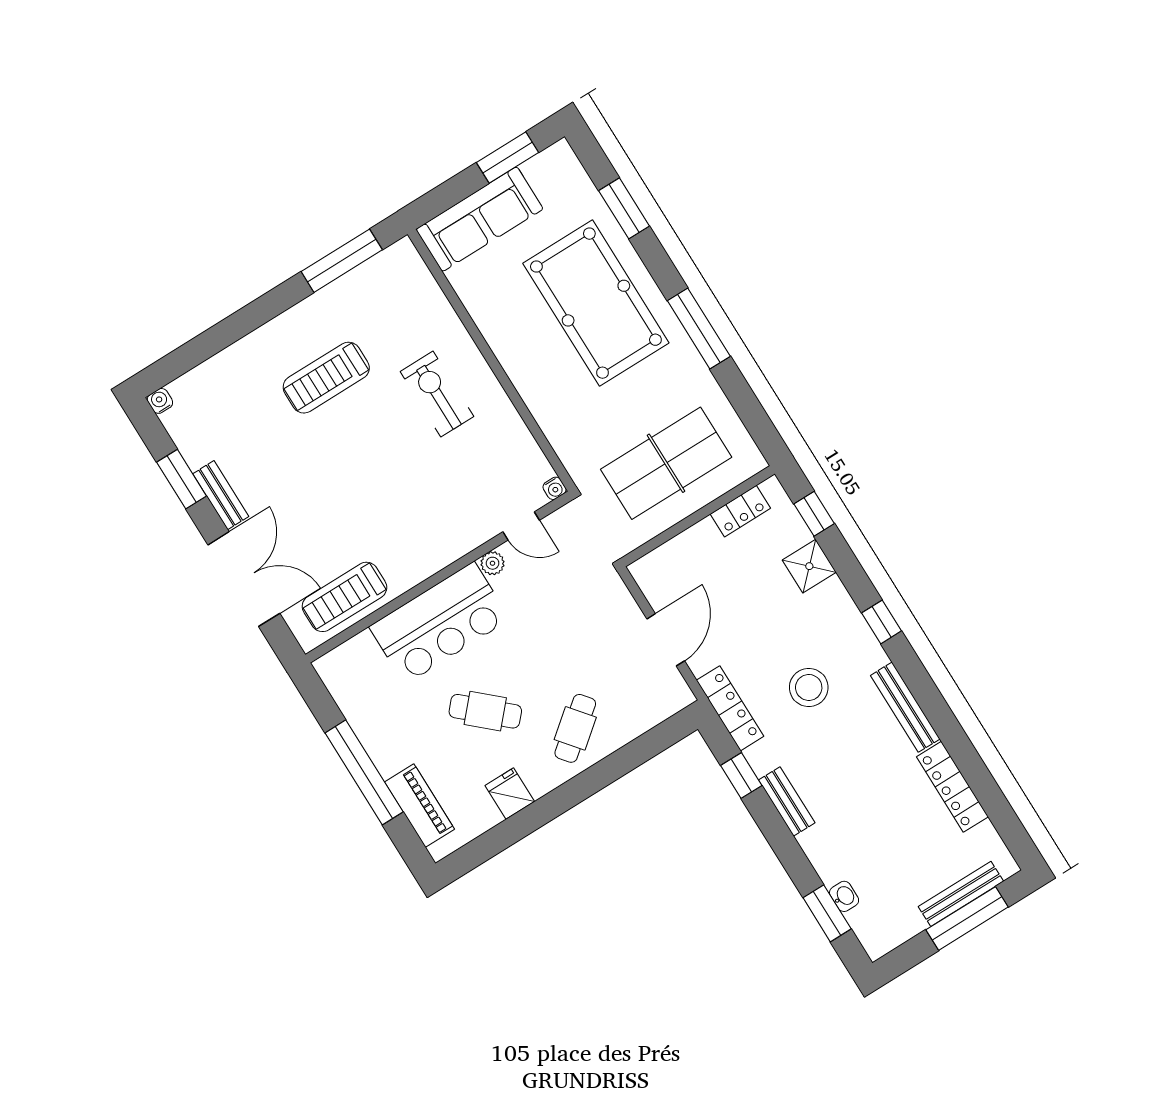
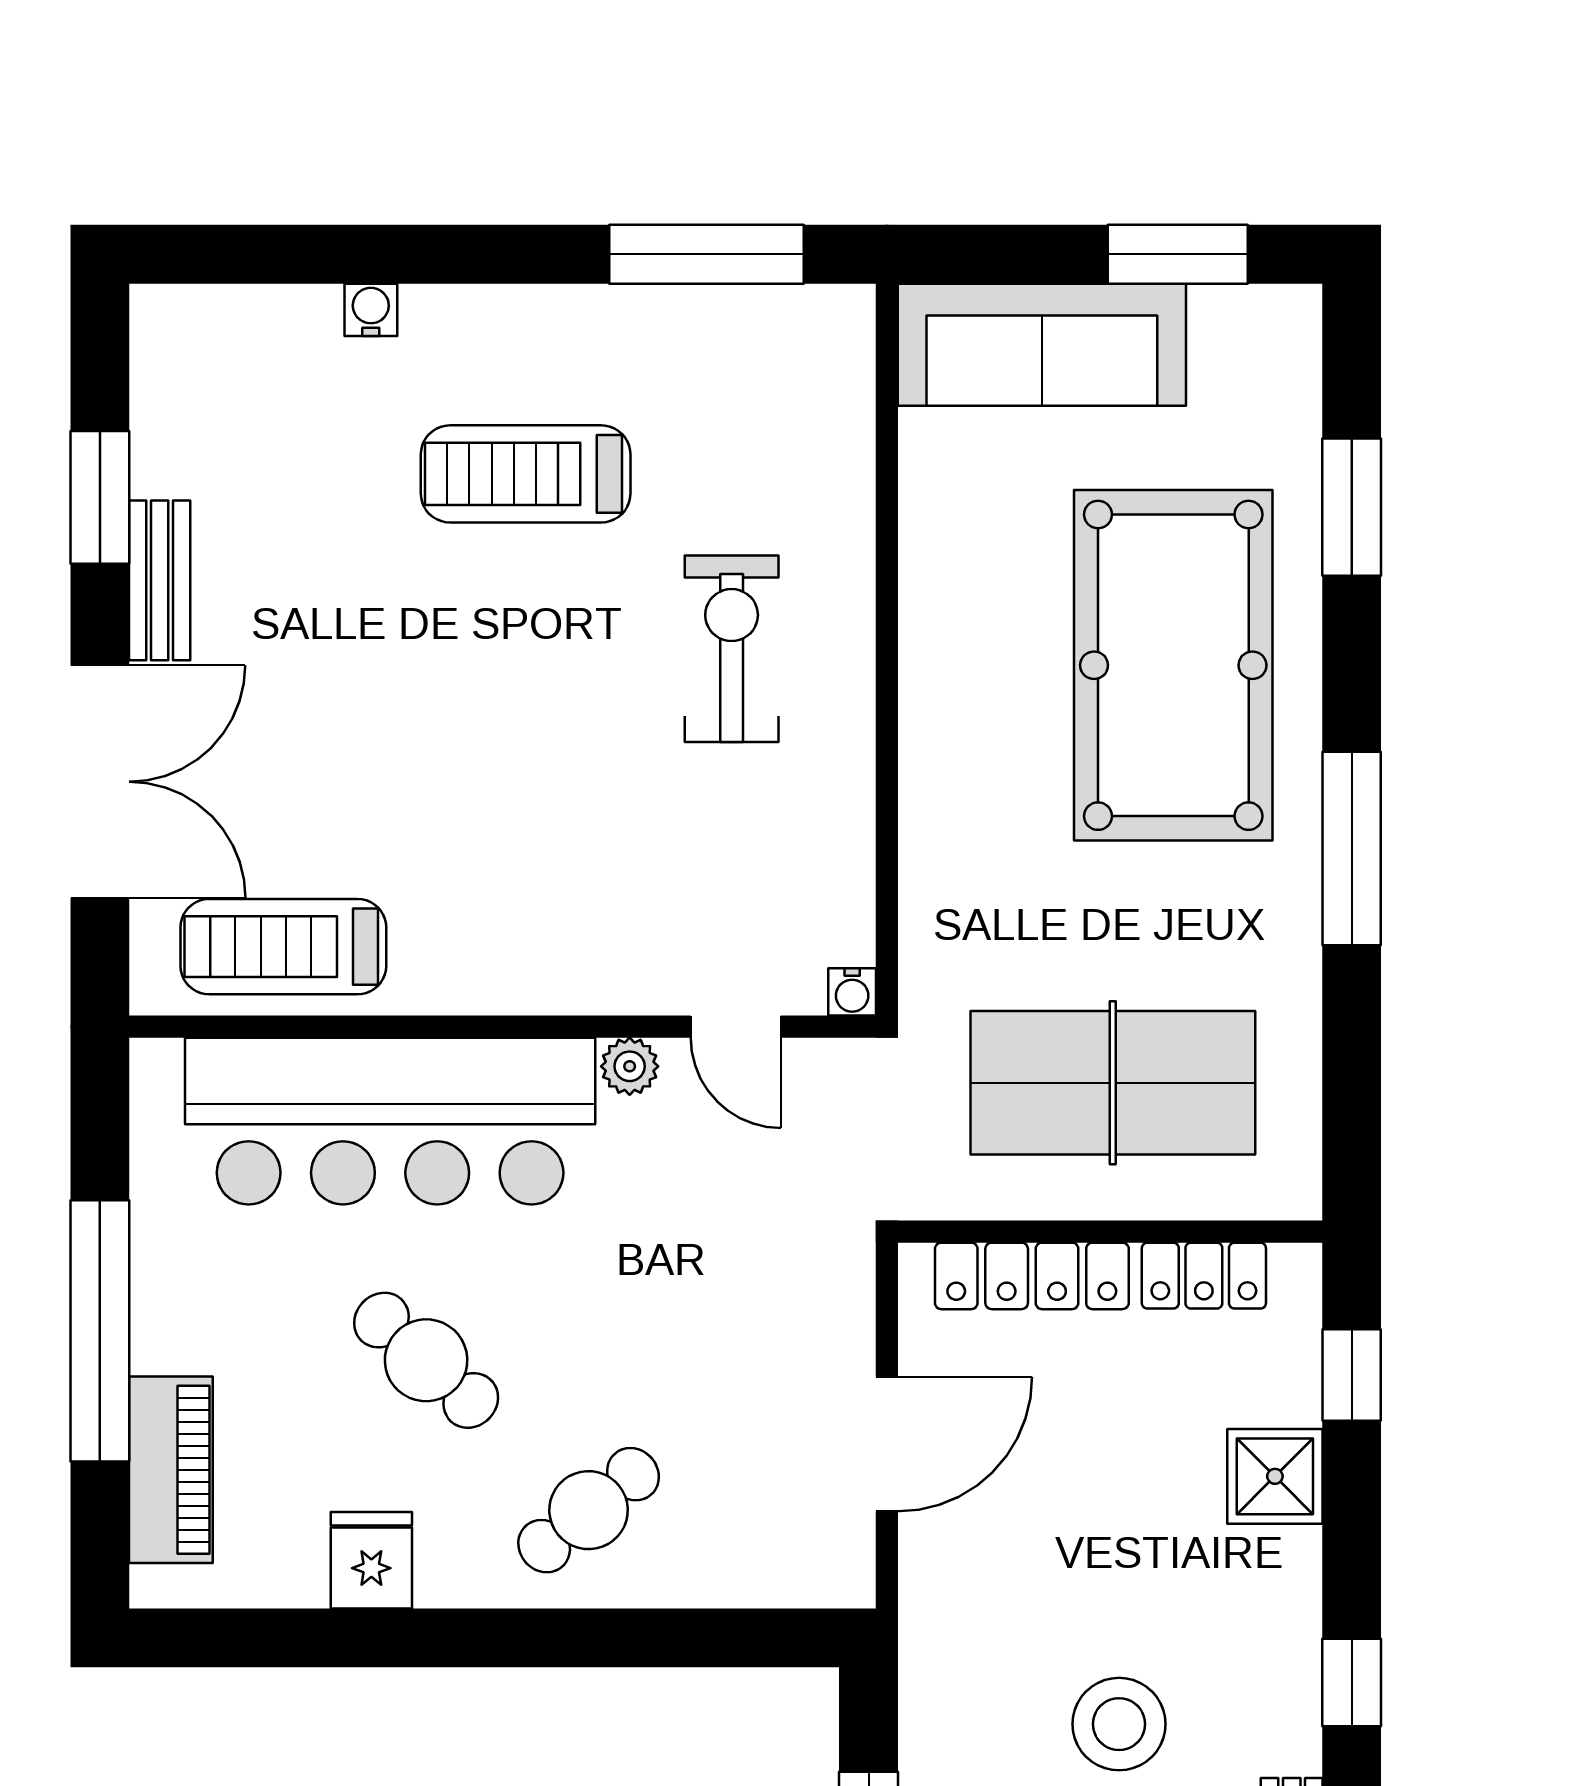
water cooler: (160, 401) -> (371, 310), moved
bar counter: (439, 623) -> (390, 1121), width x1.36
locker: (730, 708) -> (1032, 1276), moved, turned 90

